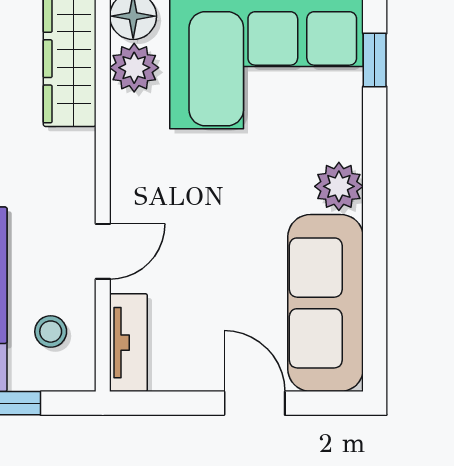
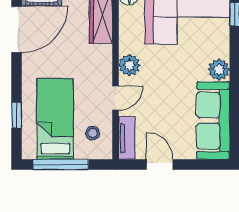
plant: (134, 68) -> (129, 65), moved
door: (255, 403) -> (160, 165), moved

